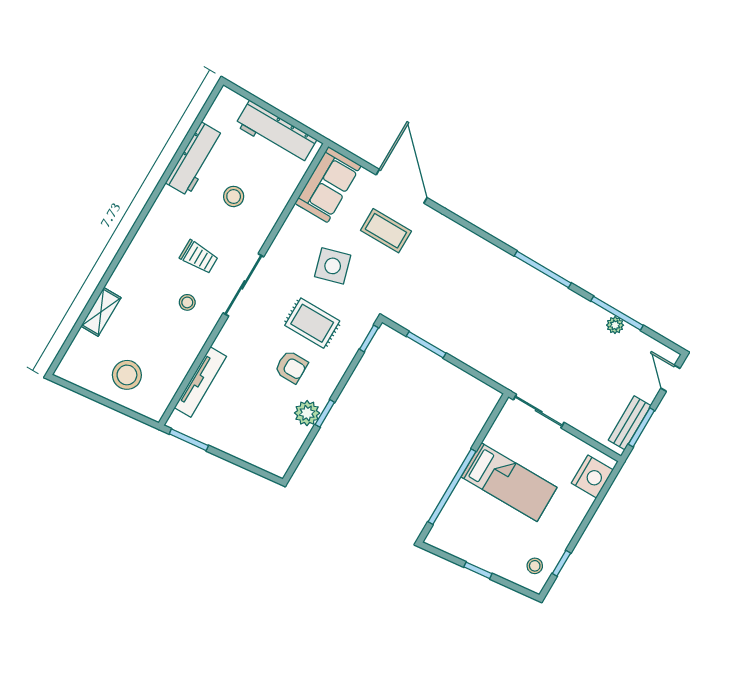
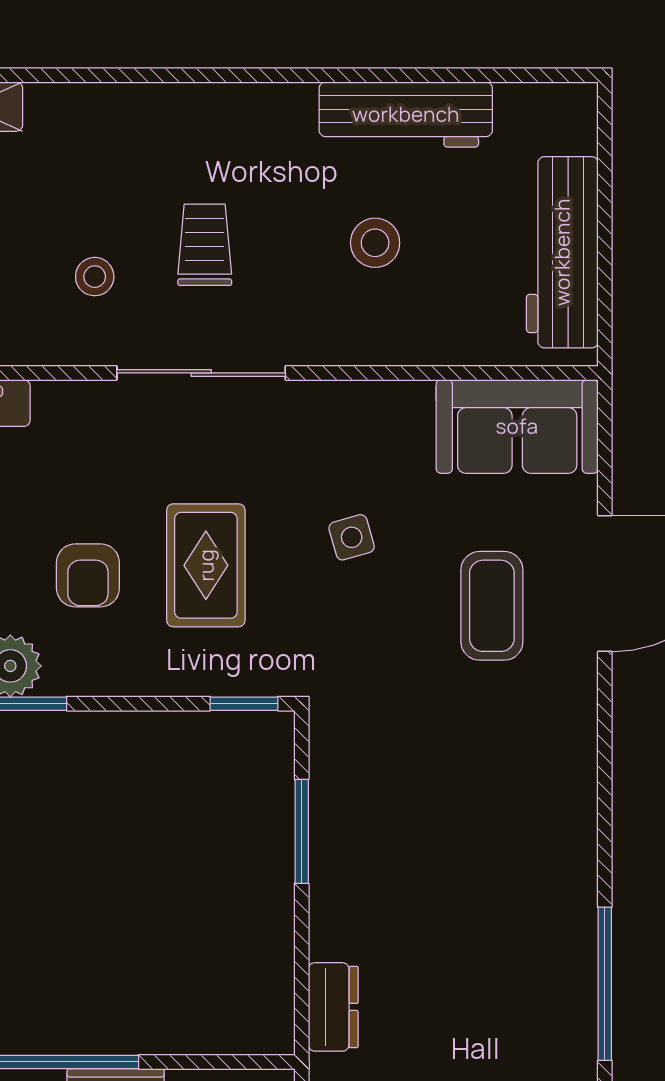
trolley: (199, 257) -> (205, 245), turned 180
side table: (333, 266) -> (352, 537), width x0.54, depth x0.54
dresser: (494, 370) -> (333, 1007), added

